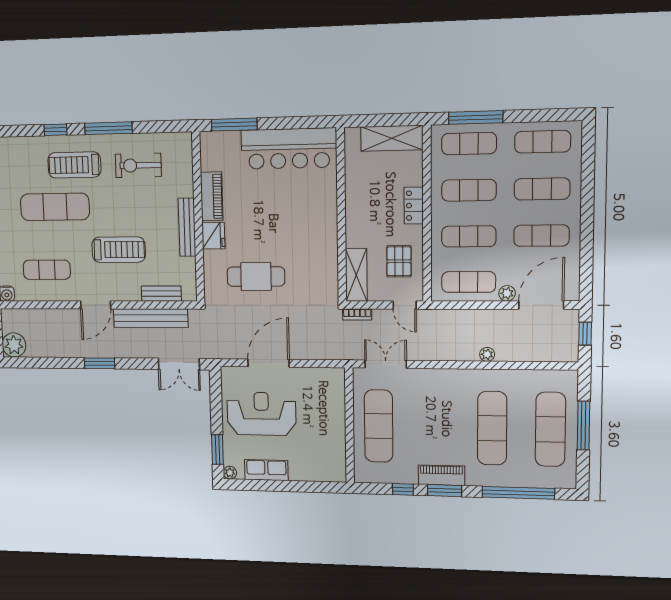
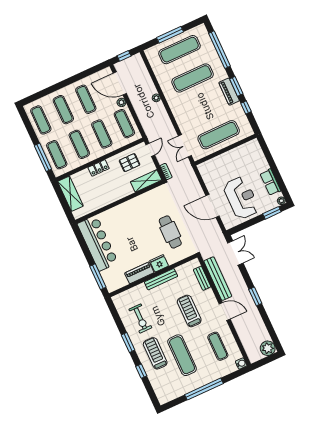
window: (108, 128) -> (128, 342), width x0.69
treadmill: (74, 165) -> (155, 353), turned 180
reception desk: (261, 414) -> (241, 198), turned 180

